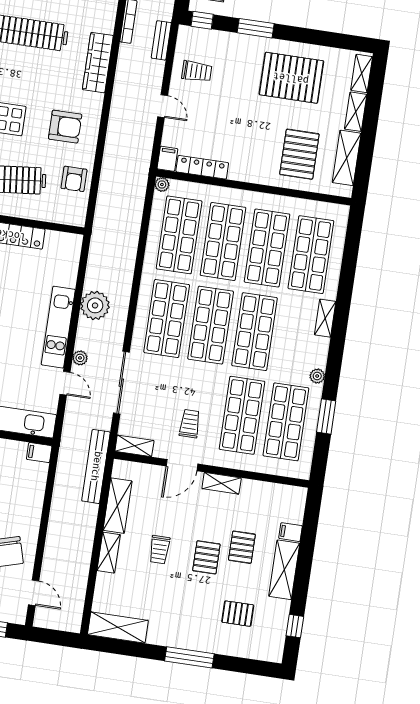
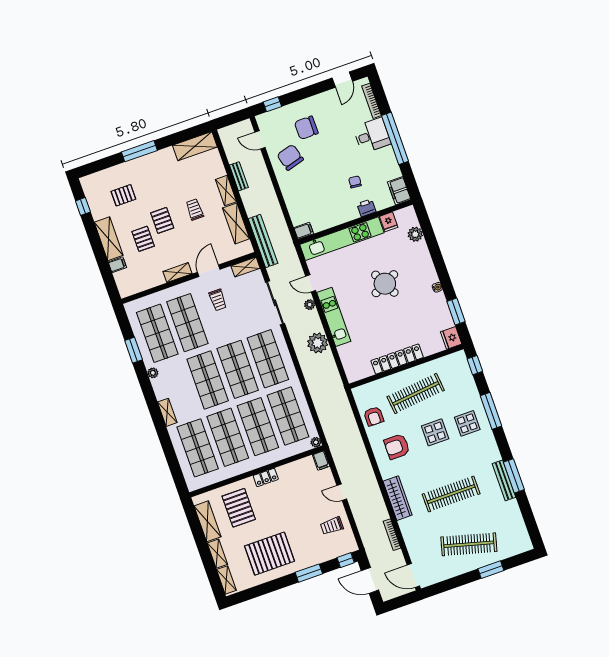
bench: (161, 40) -> (239, 176), moved
locker: (202, 167) -> (266, 477), moved, width x0.66
armchair: (74, 179) -> (374, 416), turned 180

